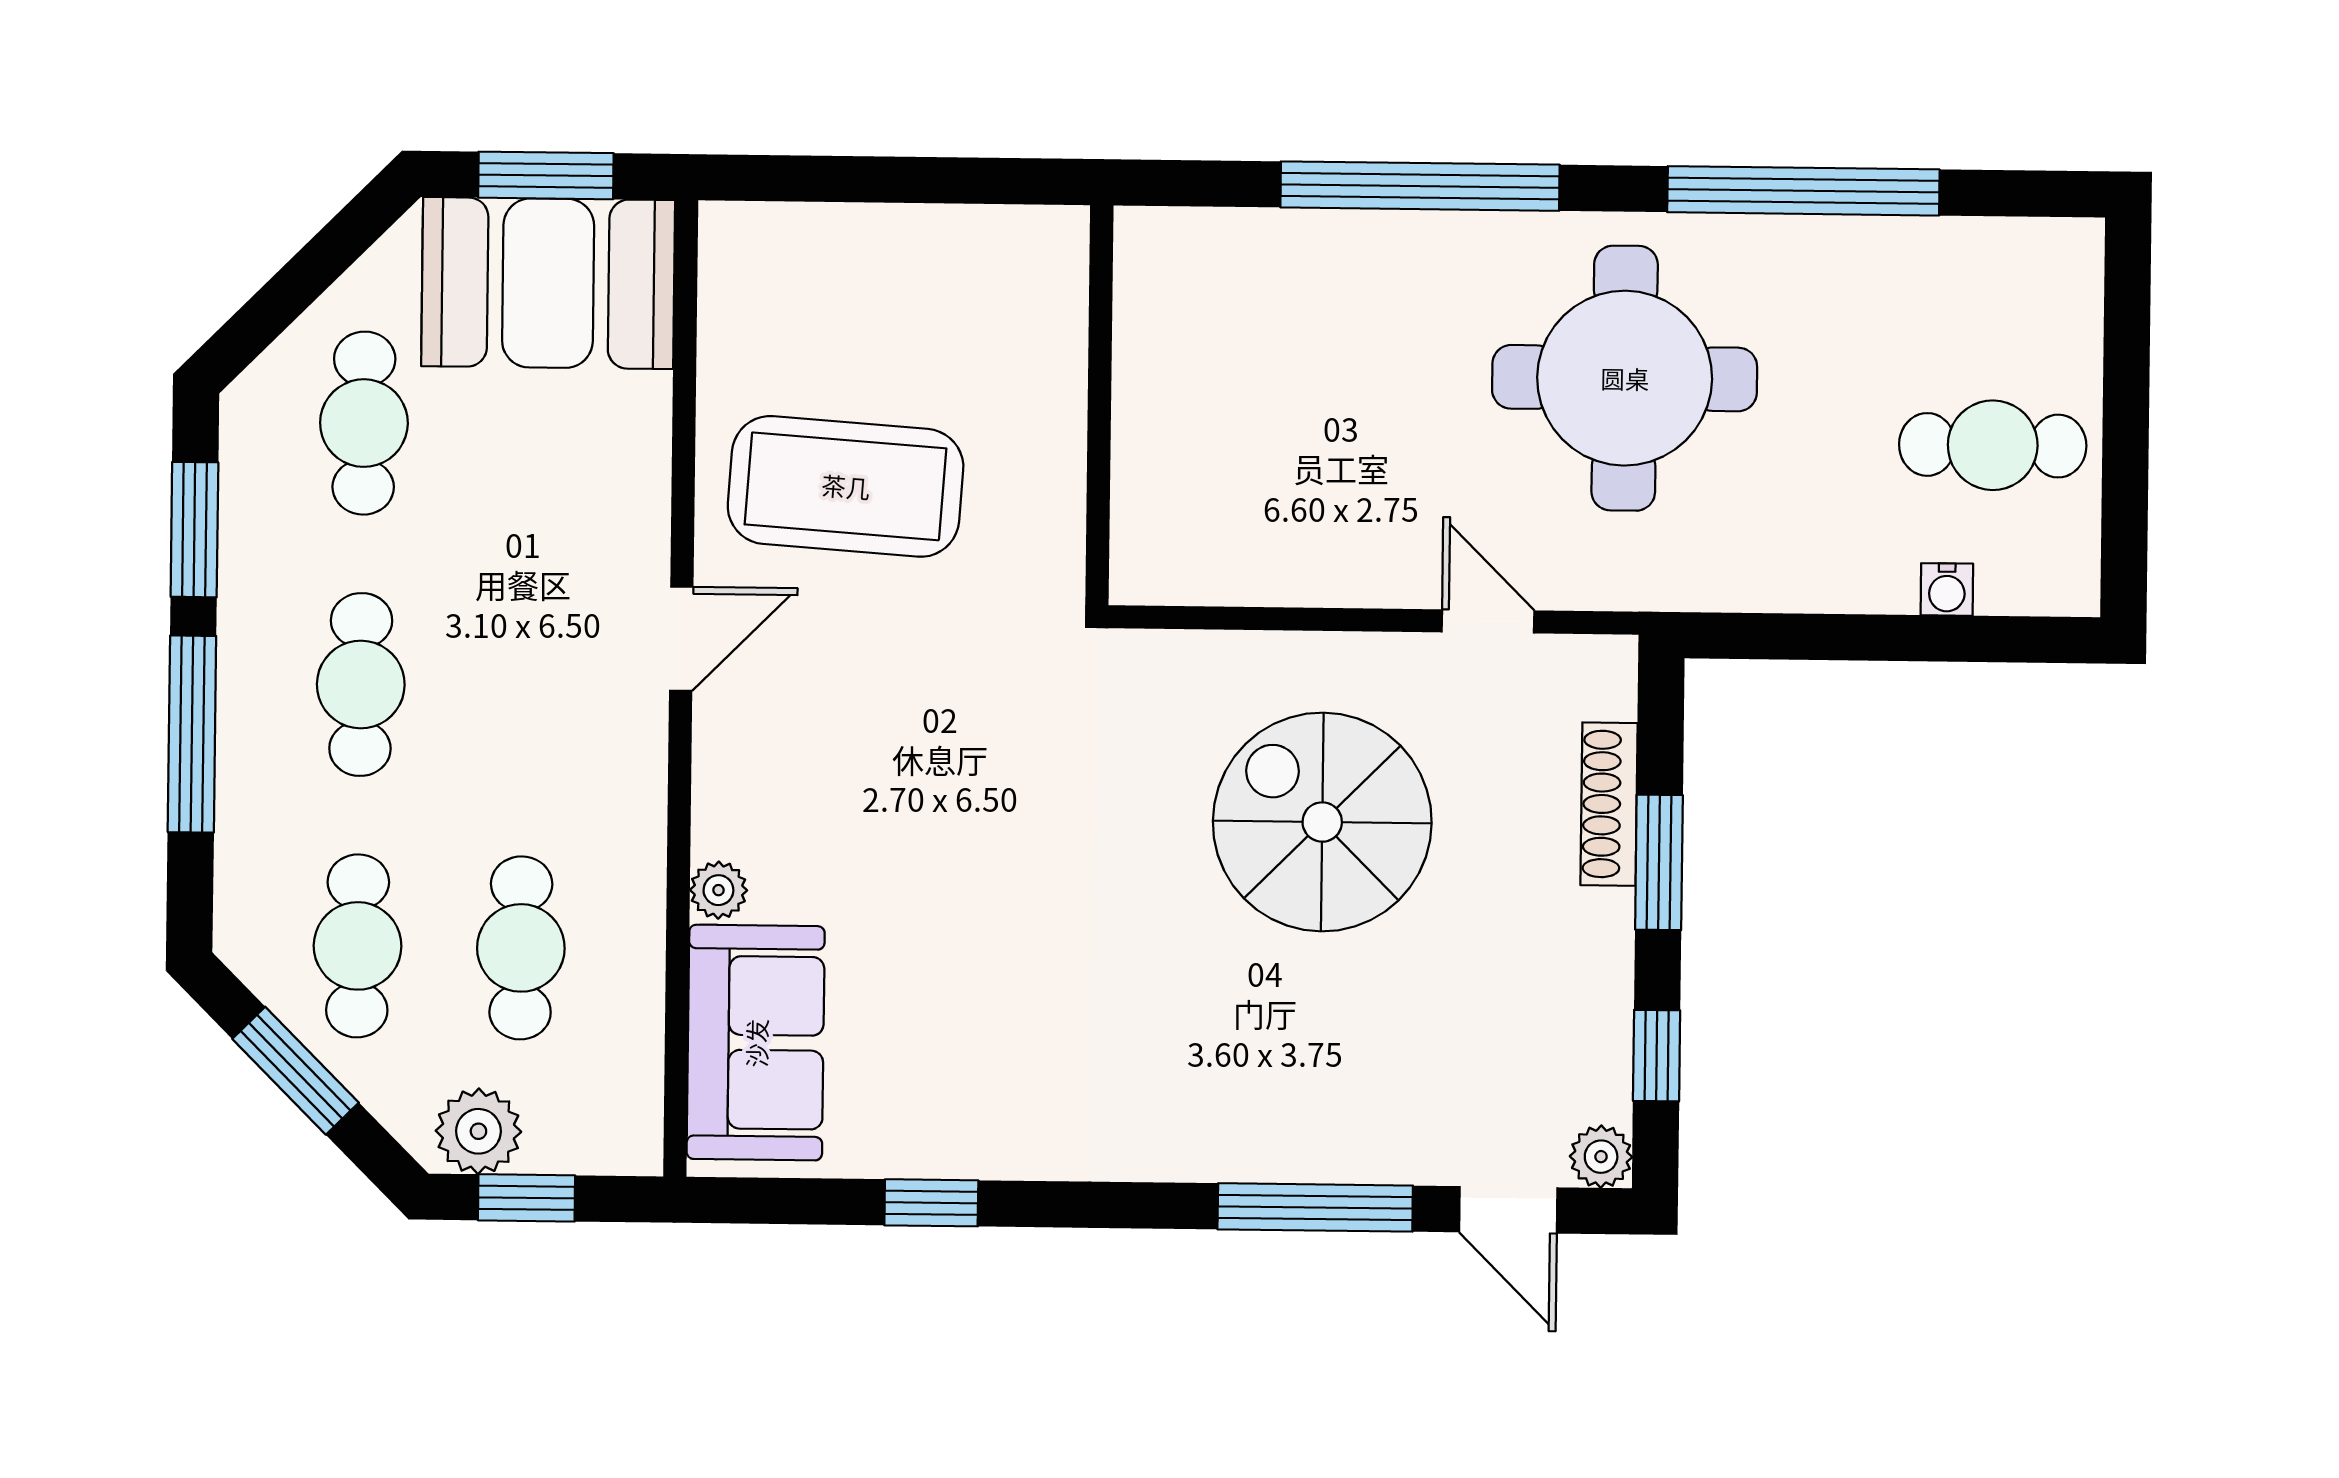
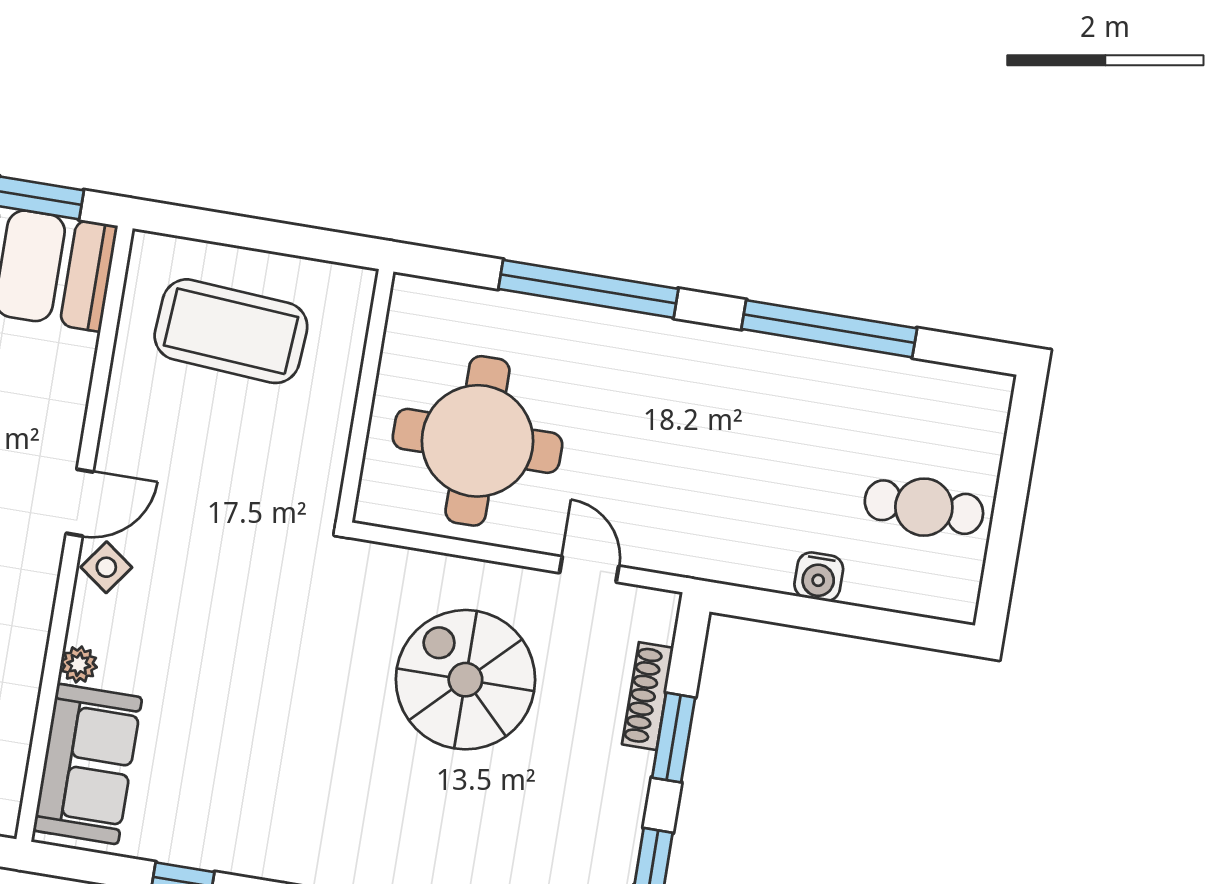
round table: (1625, 378) -> (477, 441), moved
coffee table: (846, 486) -> (231, 331), moved
water cooler: (1947, 589) -> (819, 577), moved, width x1.38, depth x1.38
side table: (738, 733) -> (106, 567), added

